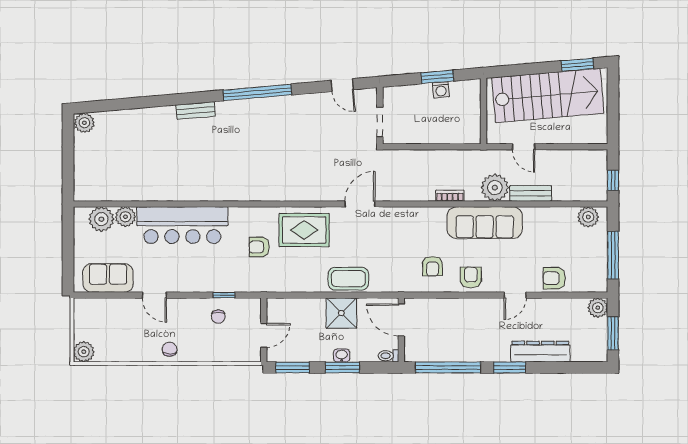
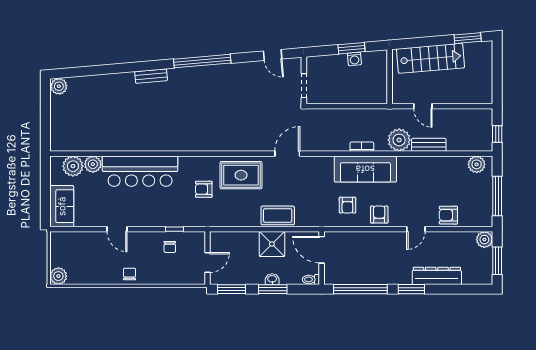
stairs: (548, 95) -> (430, 58), width x0.73, depth x0.66
sofa: (485, 223) -> (365, 169), moved
sofa: (108, 278) -> (62, 206), moved, turned 90

